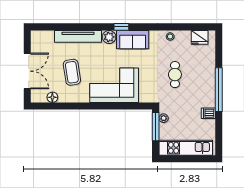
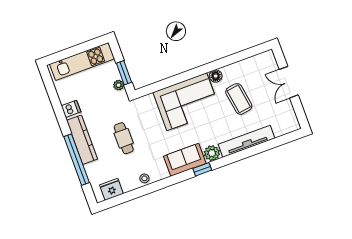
double door: (27, 71) -> (289, 82), width x0.73
kitchen counter: (209, 85) -> (82, 140), added
window: (219, 90) -> (77, 160), moved
floor lamp: (52, 97) -> (216, 76), moved
window: (156, 127) -> (124, 73), width x0.69

